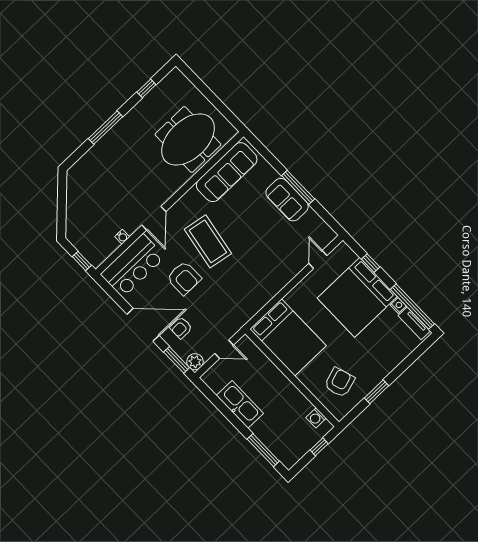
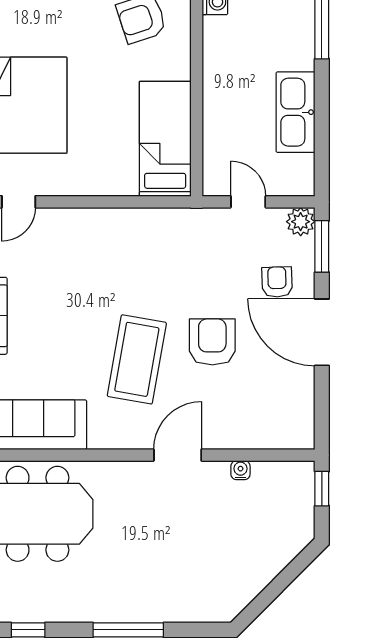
bar counter: (133, 266) -> (262, 420), removed
armchair: (181, 328) -> (277, 282), turned -92
bed: (288, 337) -> (165, 139), width x0.67

